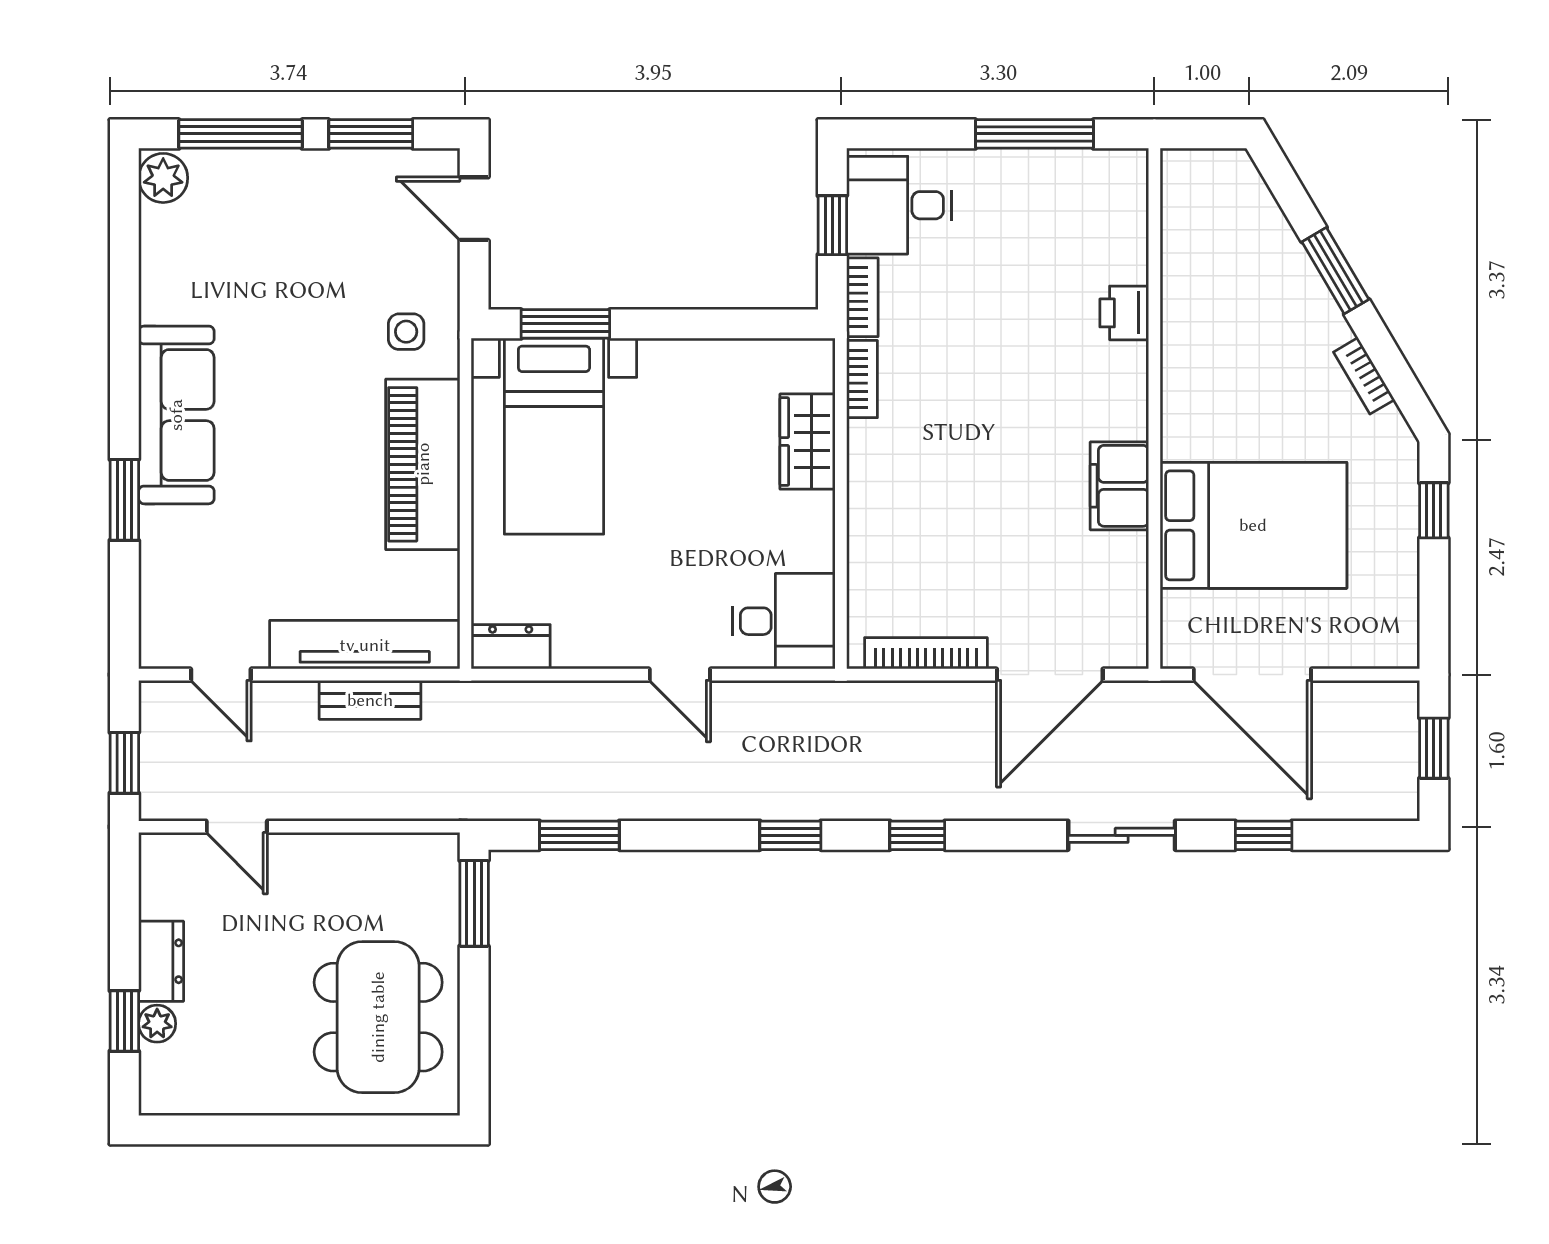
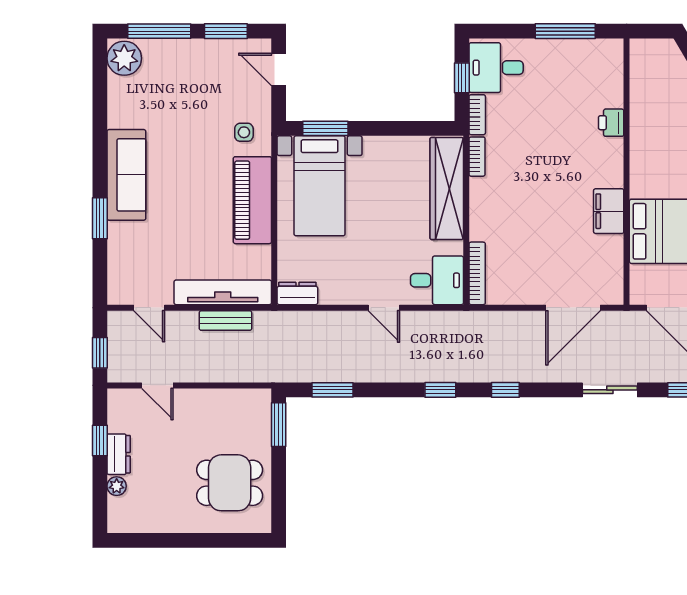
plant: (163, 178) -> (124, 58), width x1.36, depth x1.36
wardrobe: (808, 442) -> (447, 188), width x2.10, depth x1.17
bookcase: (926, 653) -> (477, 273), moved, turned 90
dining table: (378, 1017) -> (230, 483), width x0.73
window: (124, 1021) -> (100, 440), moved

